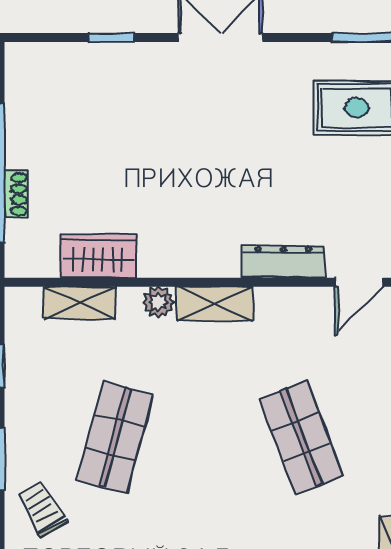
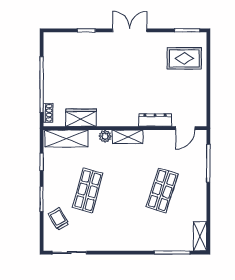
shoe rack: (16, 194) -> (48, 113), moved
shelving: (80, 303) -> (66, 139), width x1.50, depth x1.33
shop shelf: (301, 438) -> (162, 190), turned 39

